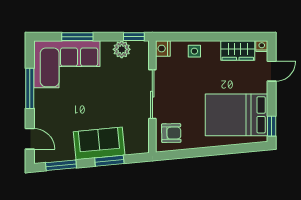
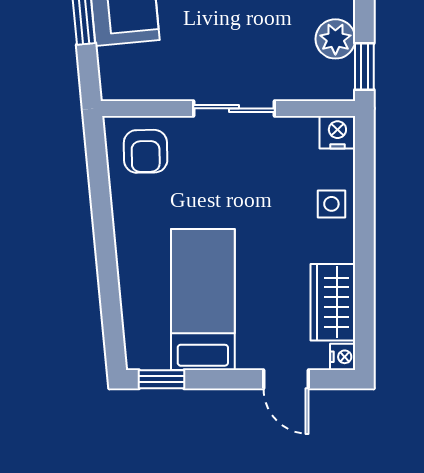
sliding door: (152, 94) -> (234, 108), width x0.73
bed: (237, 115) -> (203, 299), width x0.67

